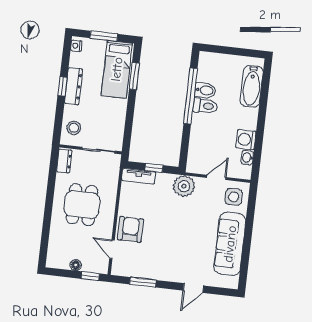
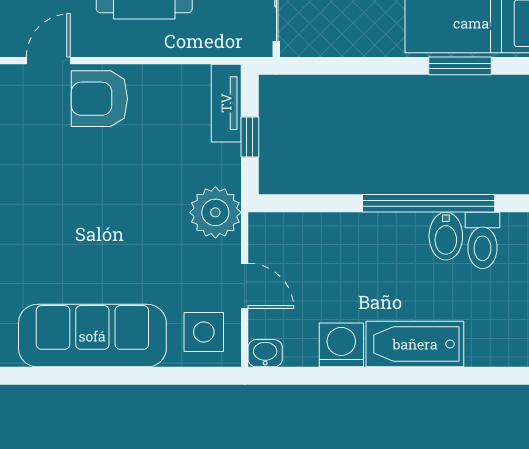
bathtub: (252, 86) -> (415, 344), moved
toilet: (205, 106) -> (482, 240), moved
washbasin: (247, 158) -> (265, 353), moved
armchair: (130, 229) -> (99, 99), turned 180

